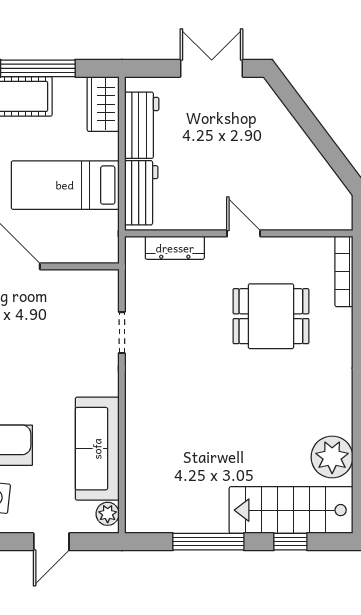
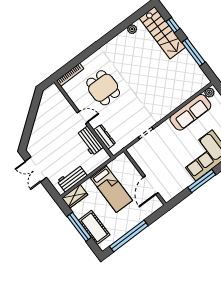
workbench: (141, 193) -> (90, 141), moved, turned -90
door: (244, 233) -> (83, 118), swing flipped
plant: (332, 457) -> (132, 29), width x0.53, depth x0.53

